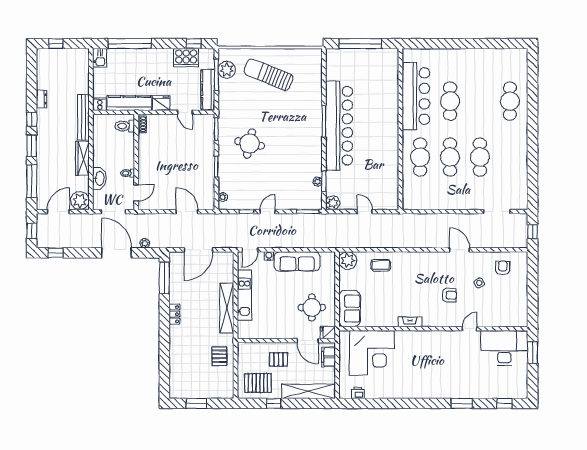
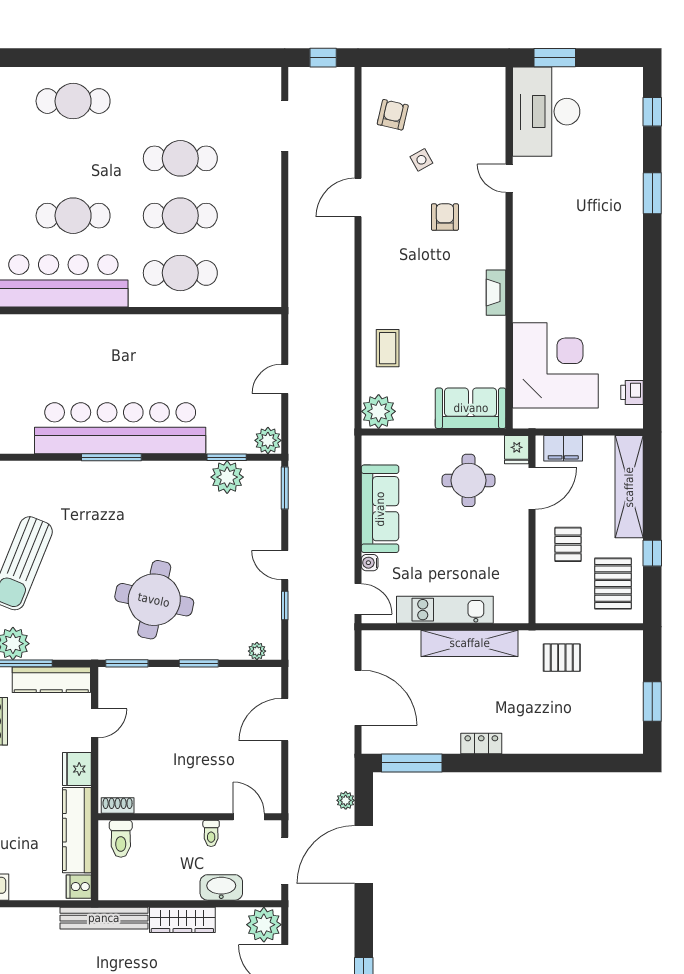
round table: (250, 143) -> (154, 600), width x1.36, depth x1.36
plant: (318, 182) -> (227, 477), width x1.88, depth x1.88
armchair: (503, 268) -> (393, 115), turned 103

